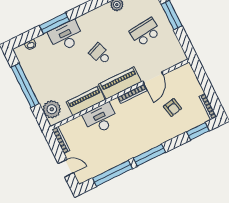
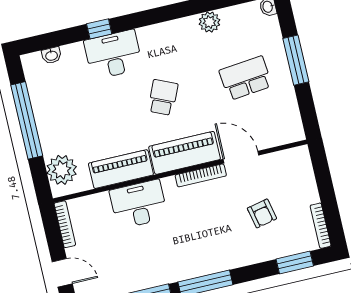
window: (54, 23) -> (99, 29), width x0.46
school desk: (100, 54) -> (163, 97), turned 45
door: (153, 78) -> (241, 157), swing flipped

